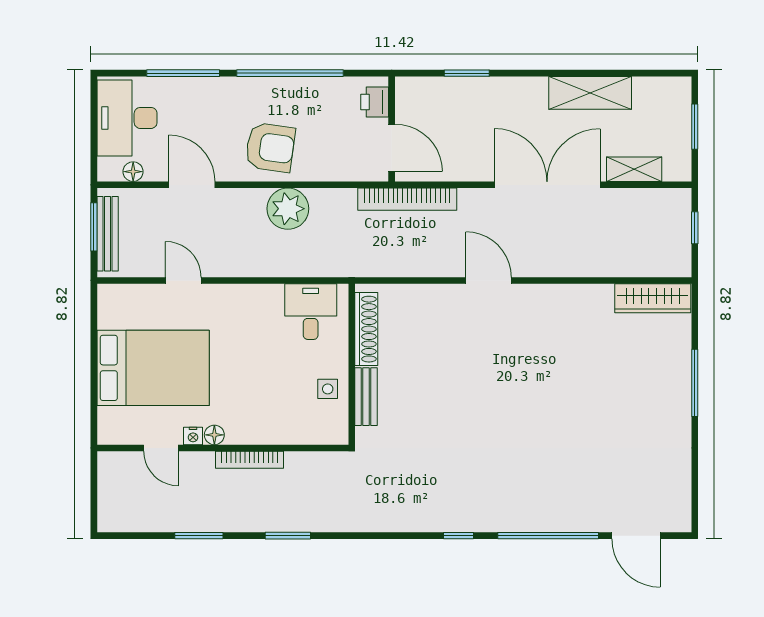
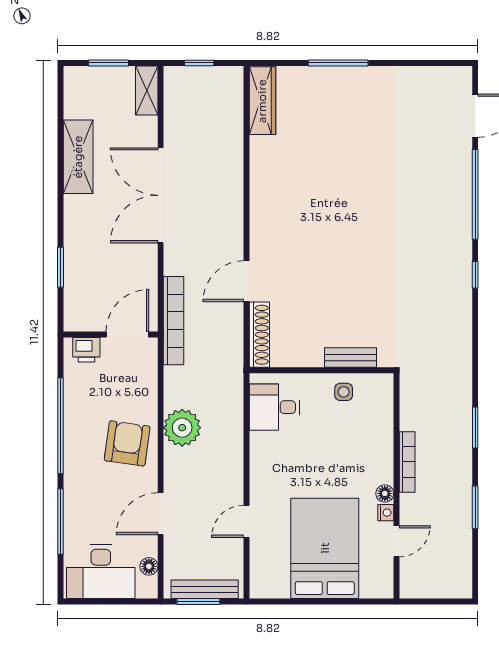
shelving: (634, 169) -> (147, 91), moved
door: (489, 280) -> (246, 281), moved
shoe rack: (366, 329) -> (259, 335), moved, turned 90

